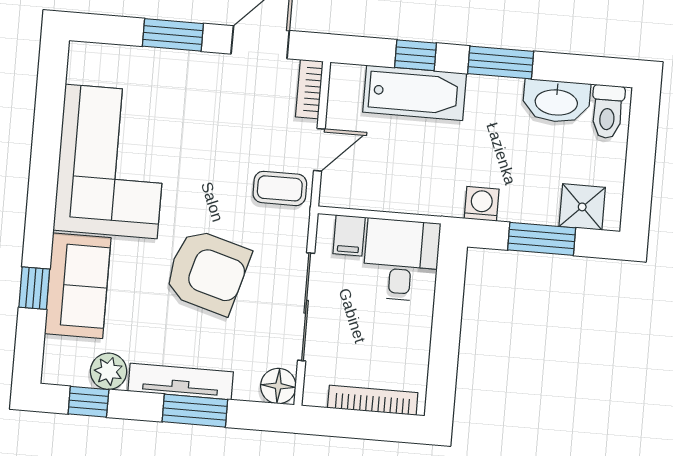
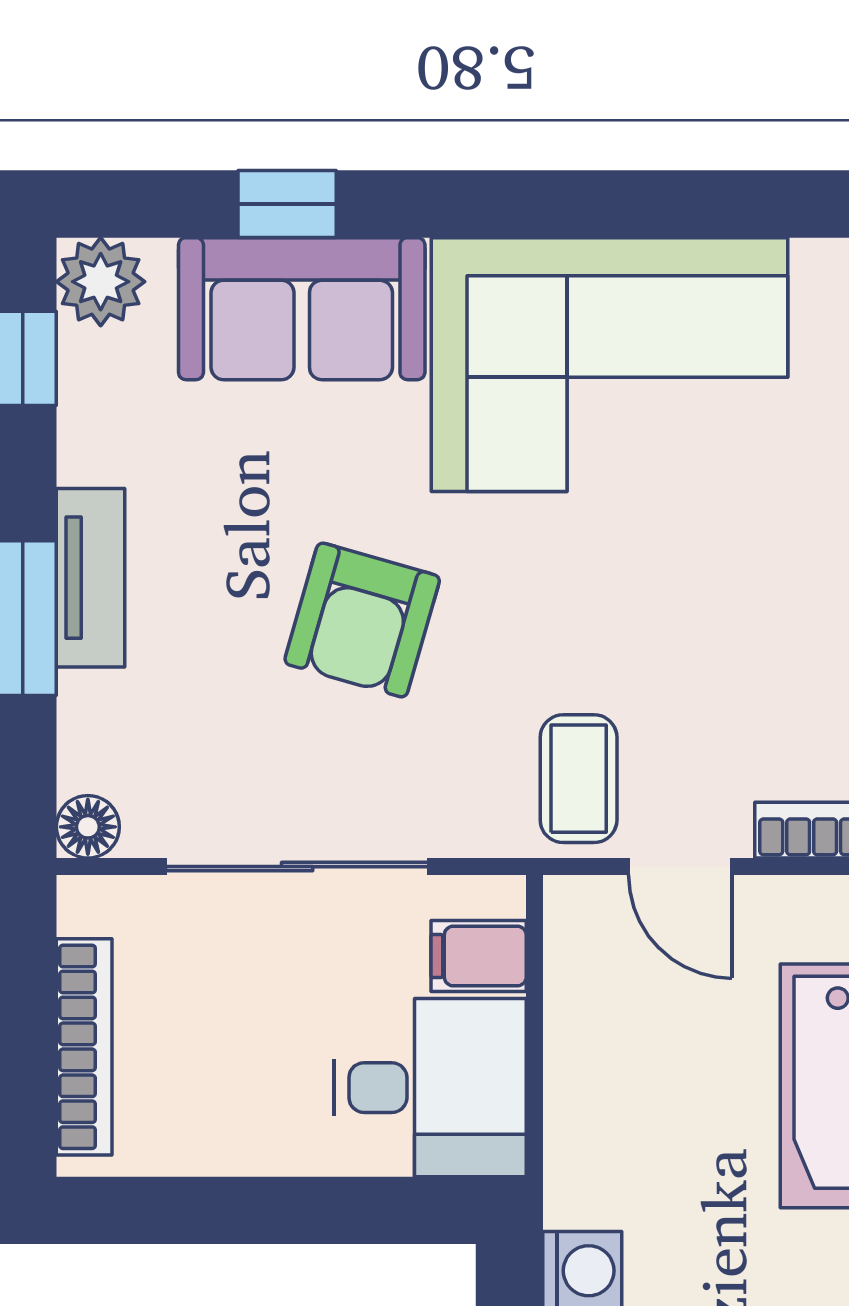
armchair: (207, 272) -> (362, 620), width x0.73, depth x0.73
plant: (109, 371) -> (101, 282), moved
tv unit: (181, 381) -> (91, 578), width x0.71
floor lamp: (278, 386) -> (88, 827), width x0.73, depth x0.73

